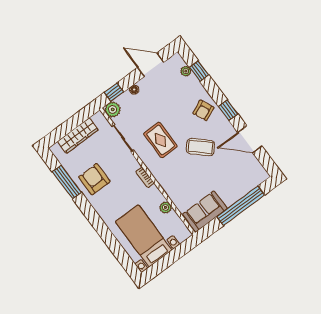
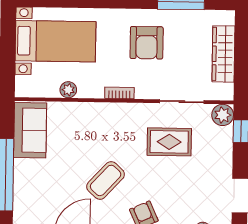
floor lamp: (134, 90) -> (226, 156), removed
rug: (160, 140) -> (169, 142), moved
armchair: (94, 179) -> (147, 43), moved, turned 90

